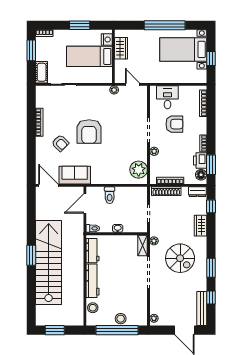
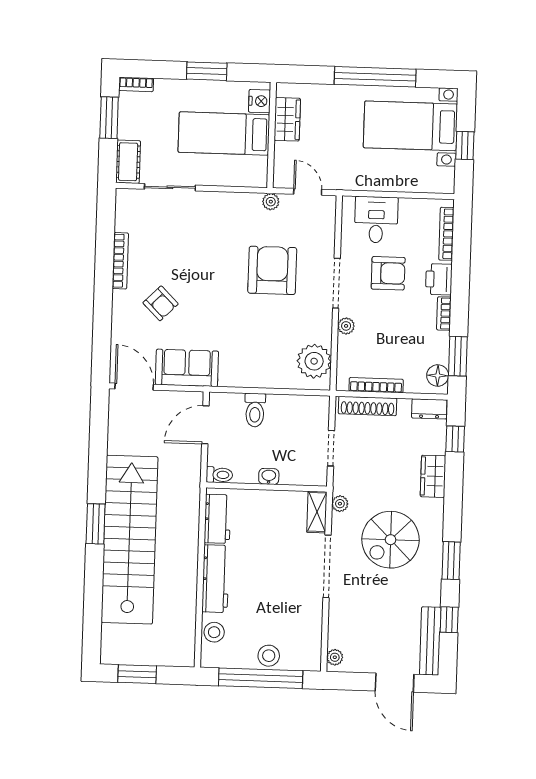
armchair: (89, 132) -> (272, 270), moved, turned 180
printer: (200, 161) -> (439, 279), moved
spiral stairs: (180, 258) -> (391, 540), turned 90

